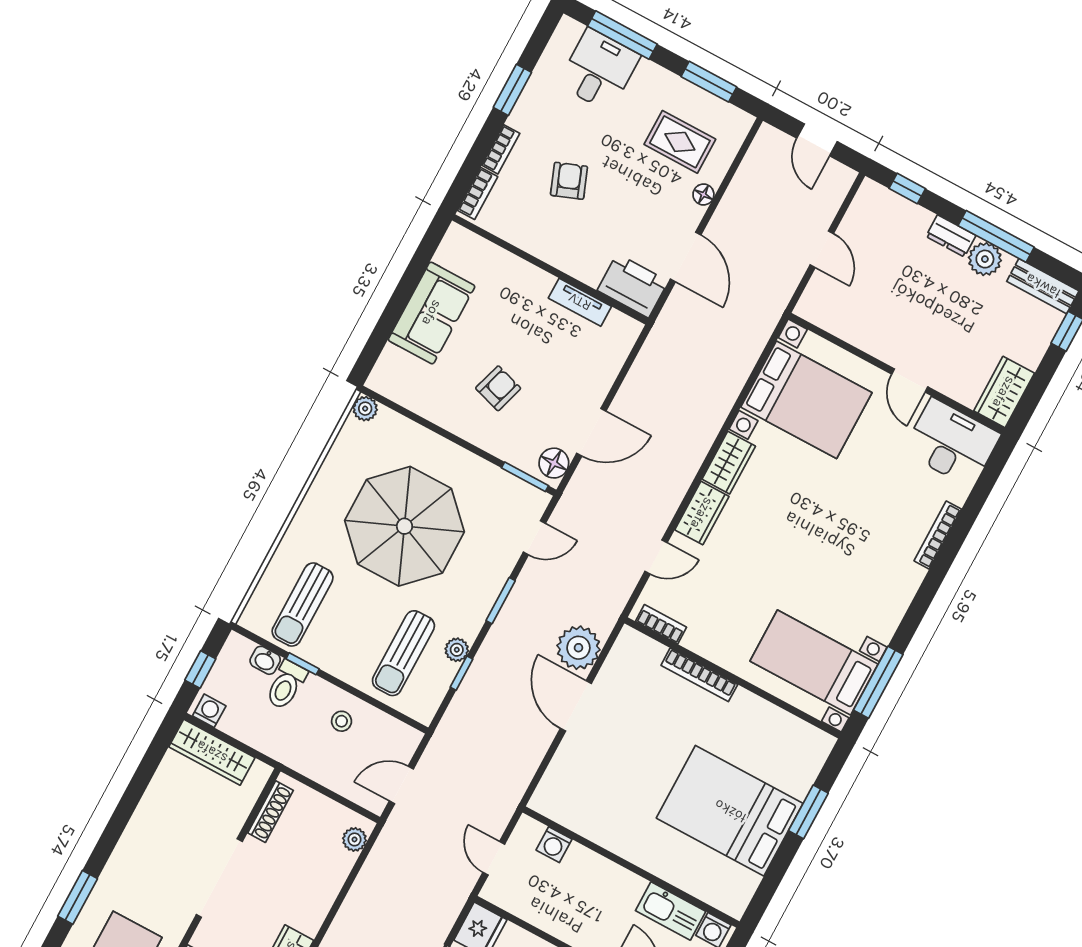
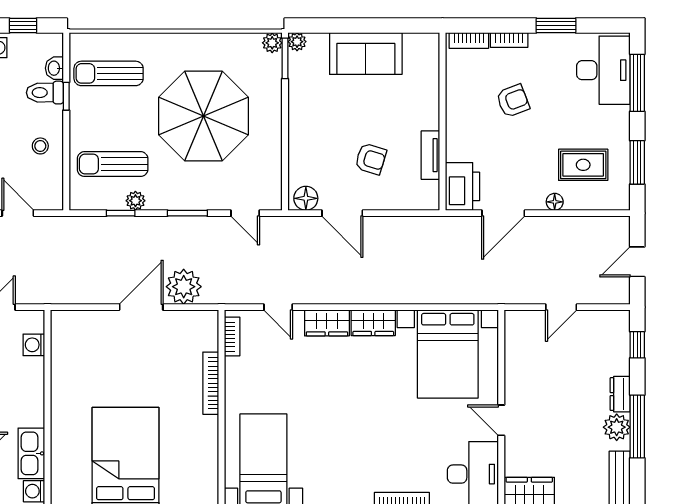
desk: (599, 70) -> (603, 70), width x1.37
rug: (680, 142) -> (583, 165), turned 90
door: (910, 380) -> (501, 420), hinge flipped
plant: (378, 381) -> (297, 42), added
armchair: (498, 388) -> (371, 159), moved
window: (525, 477) -> (285, 58), moved

